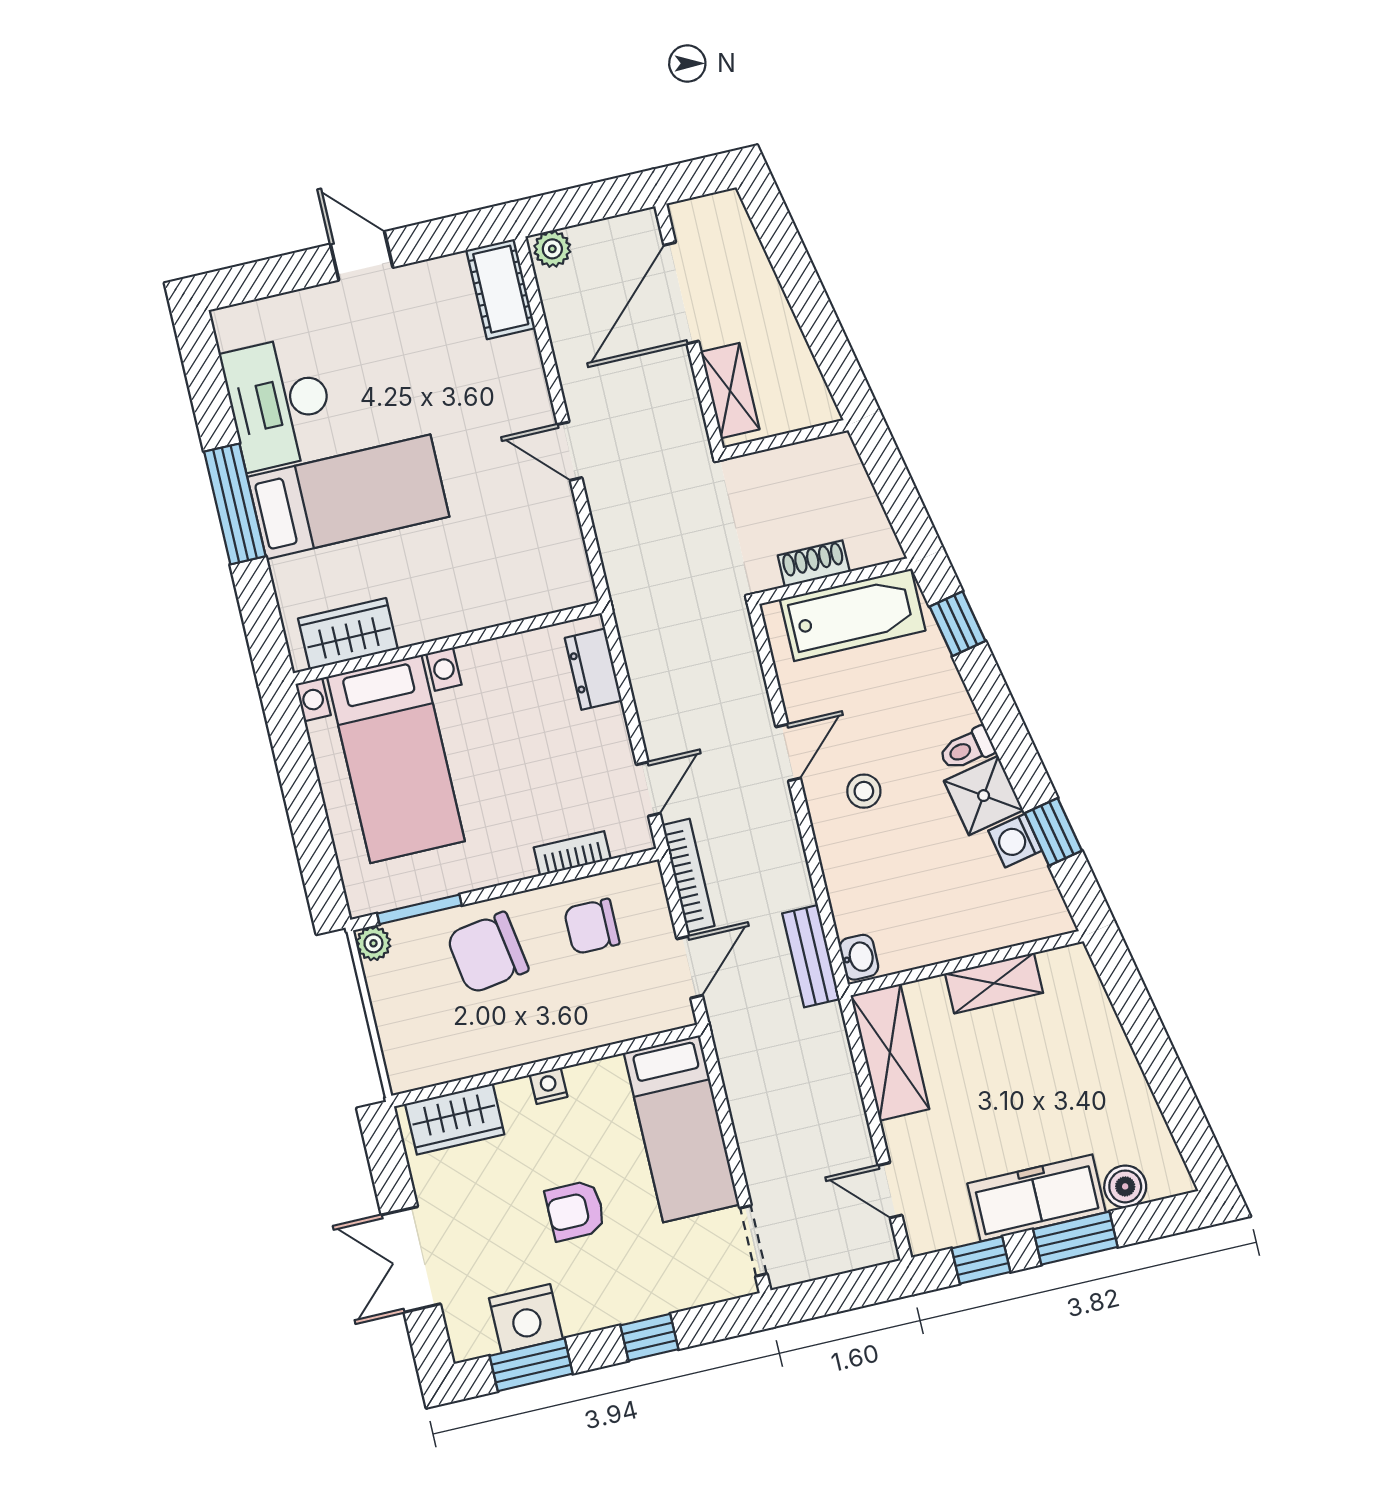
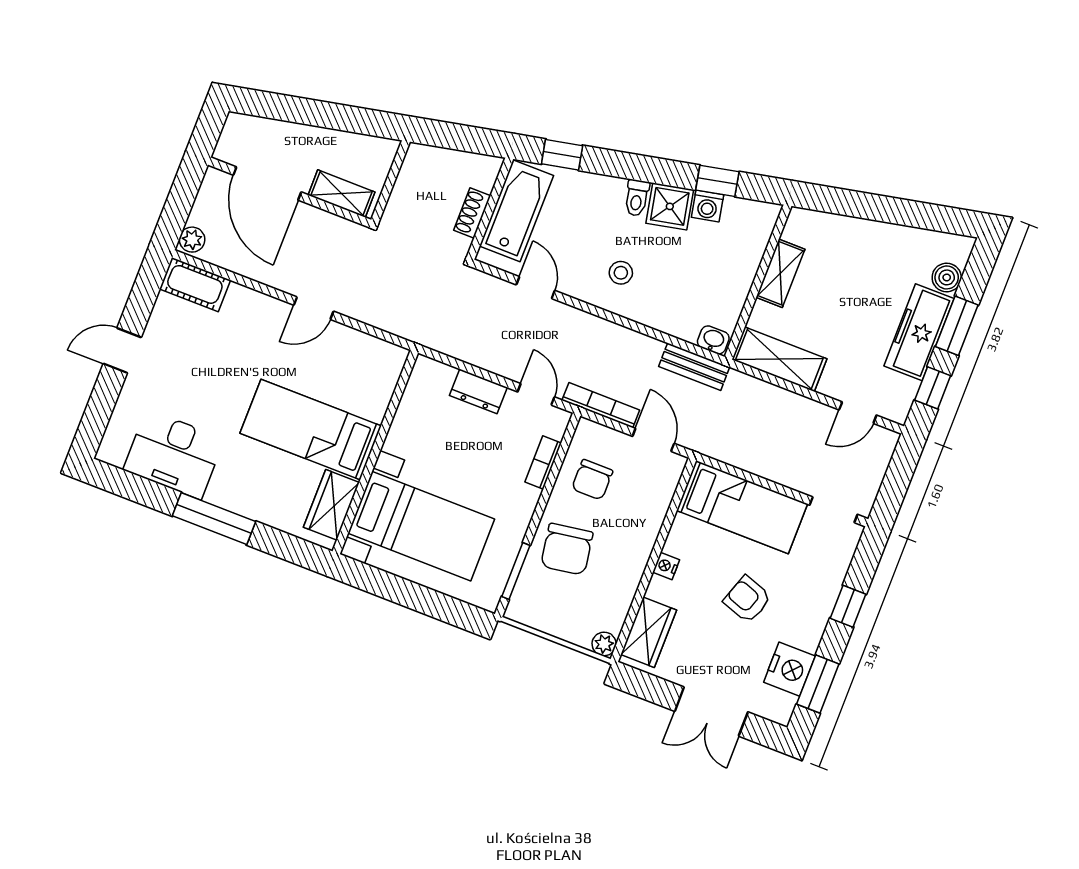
bed: (348, 497) -> (311, 430), moved, turned -90
dresser: (593, 669) -> (478, 391), moved
door: (788, 752) -> (536, 288), moved
plant: (373, 943) -> (604, 644), moved
armchair: (575, 1211) -> (747, 599), turned 109

